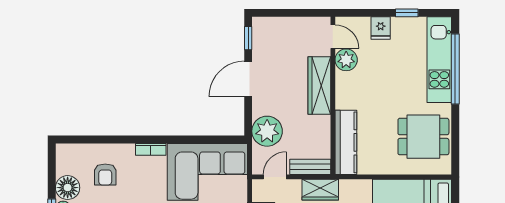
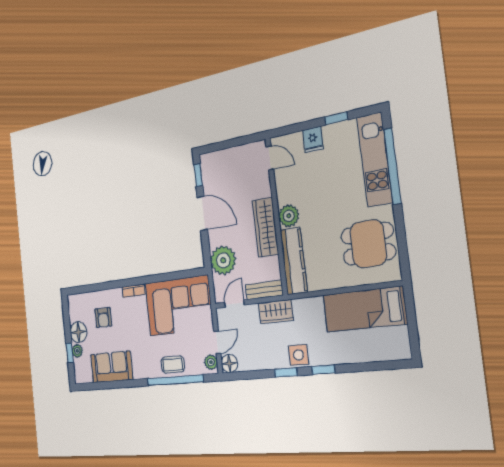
plant: (346, 60) -> (289, 216), moved
door: (248, 79) -> (202, 213), swing flipped
wardrobe: (319, 85) -> (265, 228), moved

